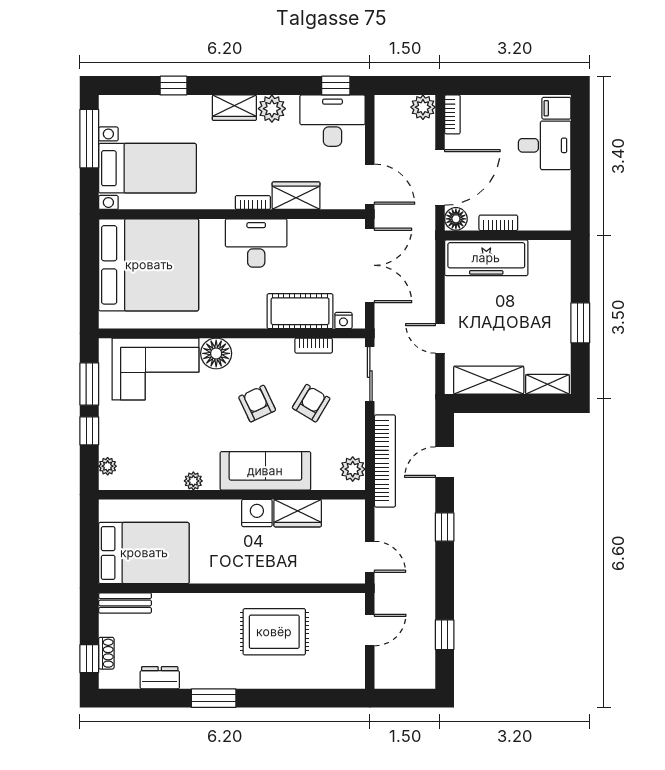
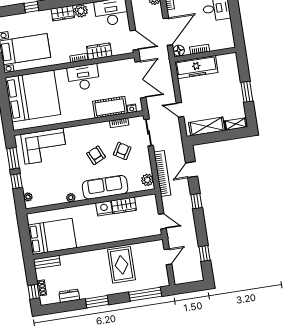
floor lamp: (216, 353) -> (72, 134), removed
rug: (274, 632) -> (121, 265), turned 90
window: (313, 698) -> (145, 294), added

